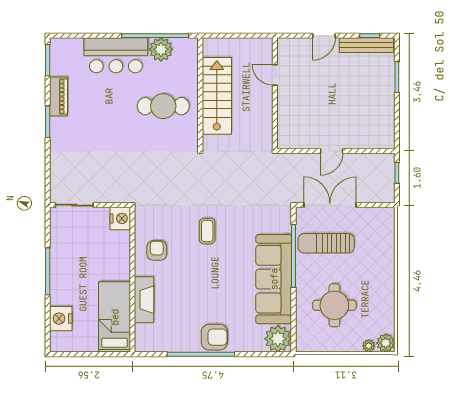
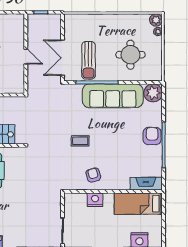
nightstand: (120, 218) -> (95, 200), moved
armchair: (157, 250) -> (93, 175), turned 74
fireplace: (144, 300) -> (146, 184), moved

